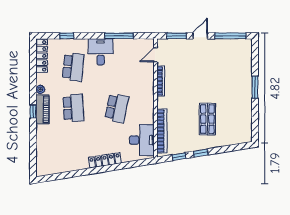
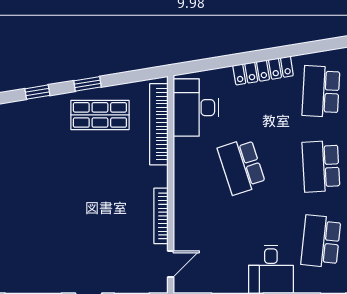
school desk: (117, 108) -> (241, 166), turned -30
shop shelf: (207, 119) -> (100, 115), moved, turned 90
school desk: (73, 149) -> (321, 91), added
window: (179, 157) -> (37, 92), moved

